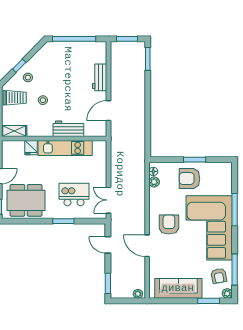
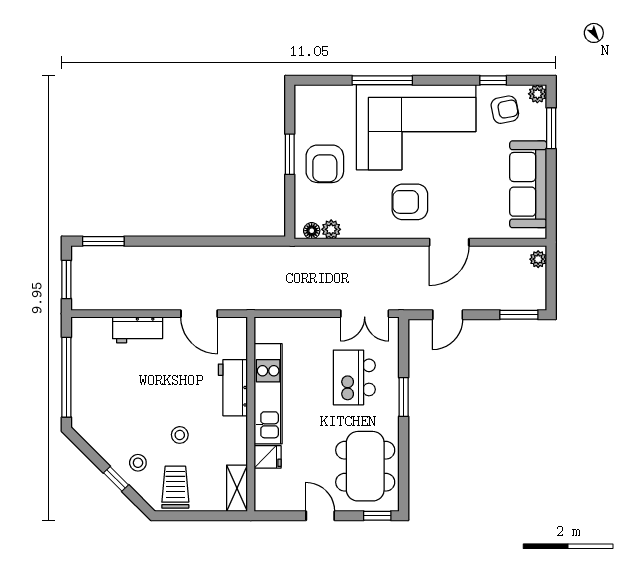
window: (235, 269) -> (493, 80), width x0.46

